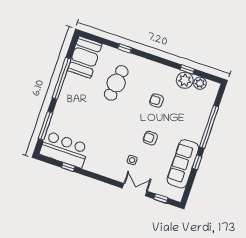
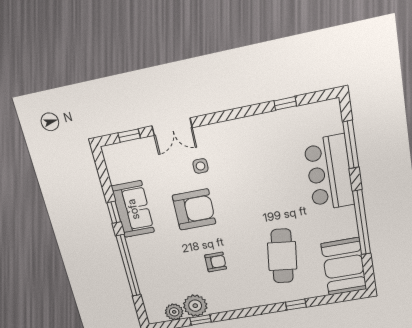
armchair: (150, 138) -> (194, 210), width x1.88, depth x1.88
bar counter: (64, 150) -> (329, 173), moved, turned 90
sofa: (183, 164) -> (133, 209), width x0.73

